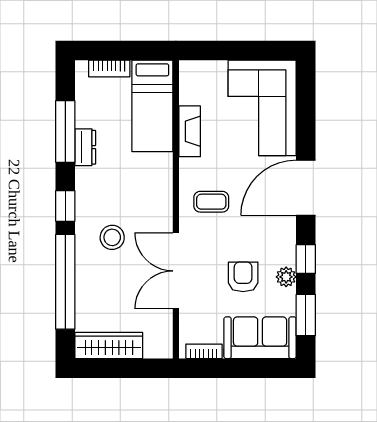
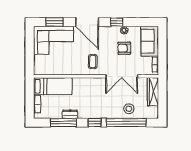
fireplace: (190, 131) -> (63, 71), removed
stool: (112, 237) -> (129, 109), moved
window: (306, 315) -> (54, 22), moved
wardrobe: (109, 345) -> (153, 92), moved

